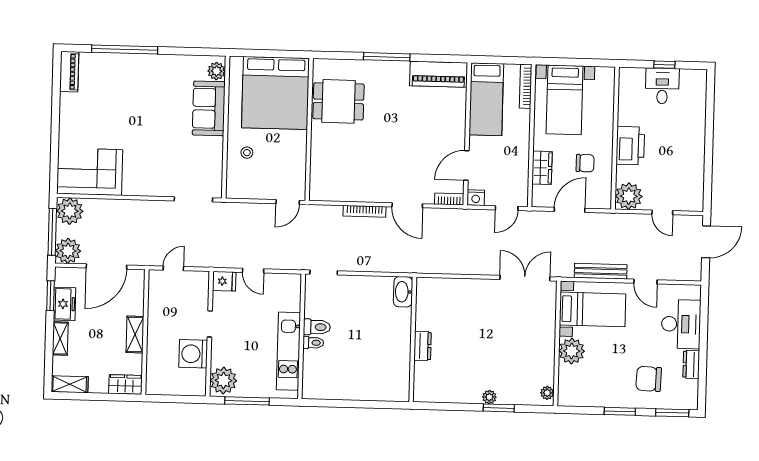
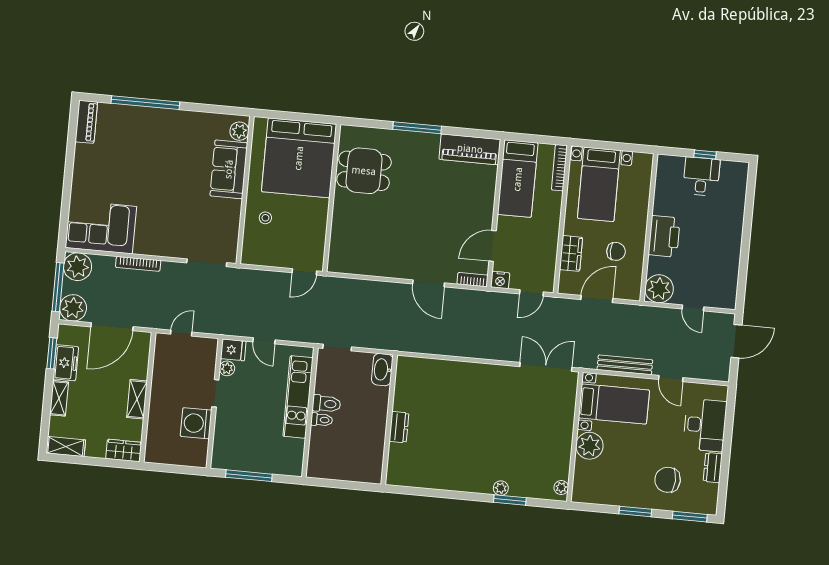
bookcase: (364, 211) -> (138, 264), moved
washbasin: (403, 292) -> (382, 370), moved
wall: (413, 339) -> (389, 420), moved
dresser: (423, 346) -> (399, 427), moved
kitchen unit: (288, 351) -> (298, 397), moved
plant: (223, 380) -> (227, 368), moved, width x0.53, depth x0.53

